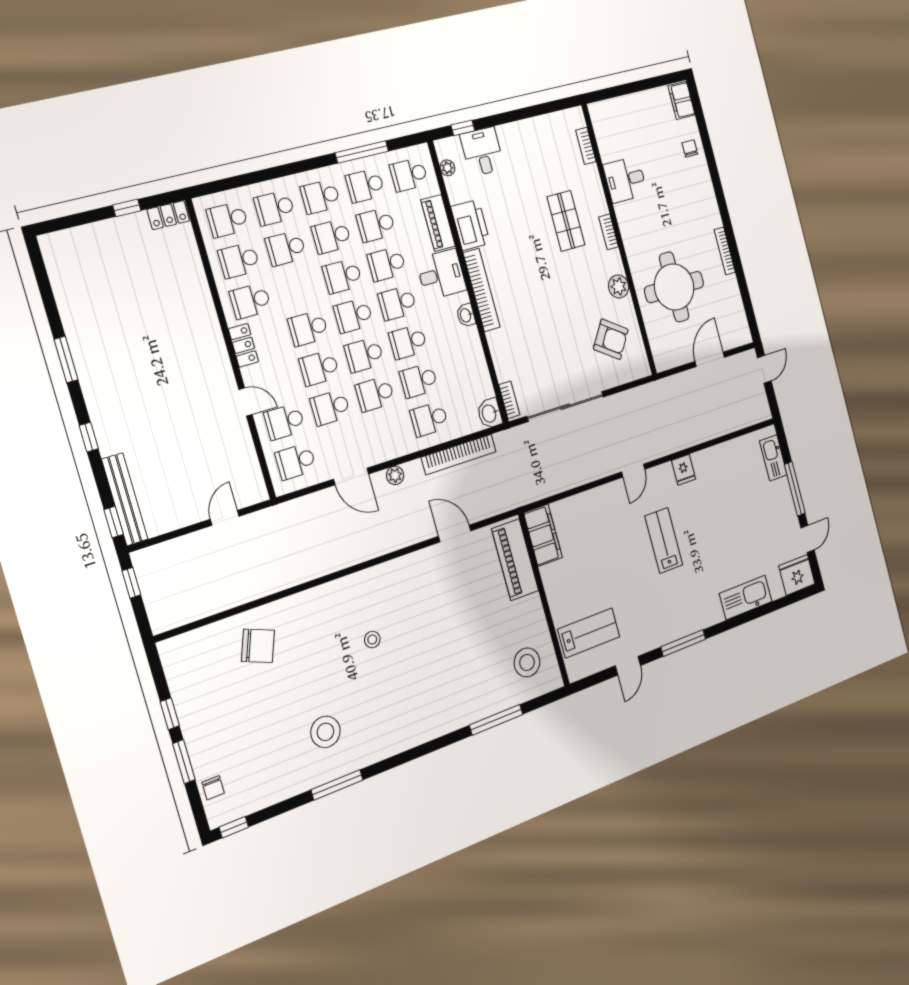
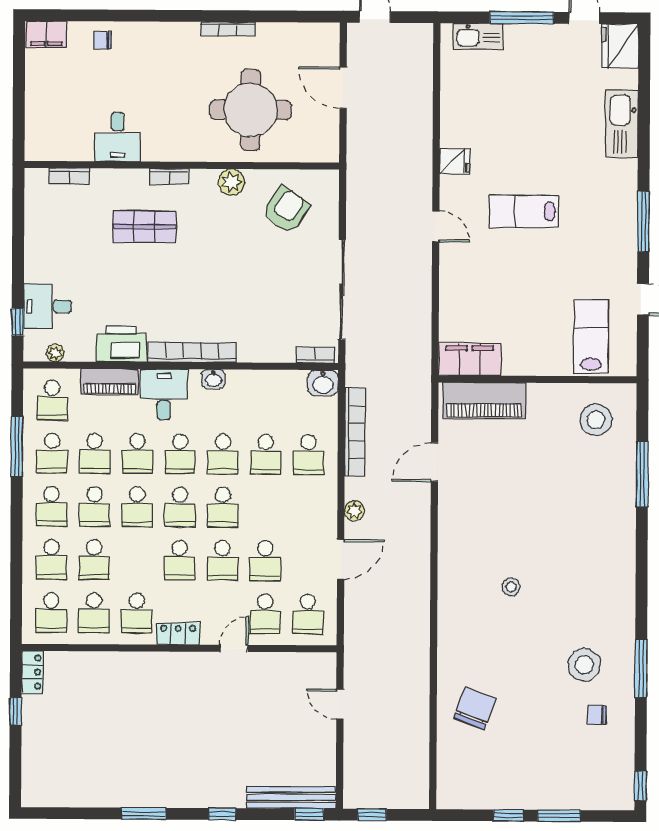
school desk: (375, 394) -> (265, 507), removed
chair: (213, 788) -> (597, 715), moved, turned 180

